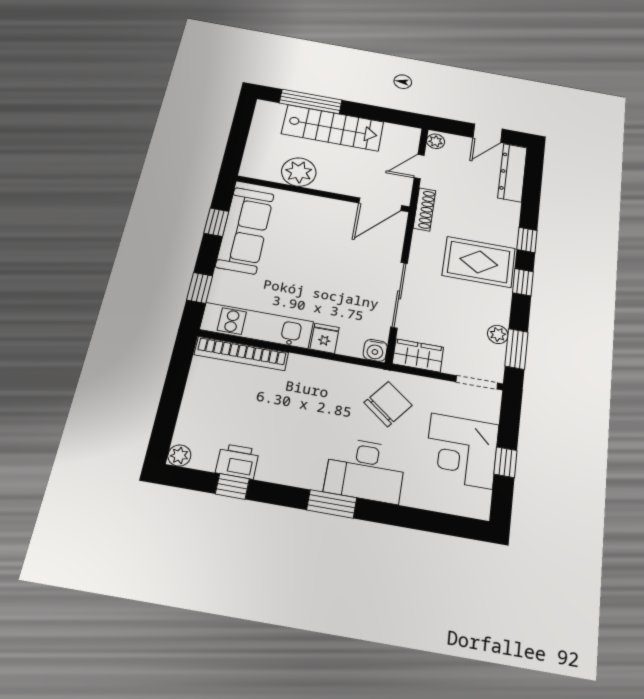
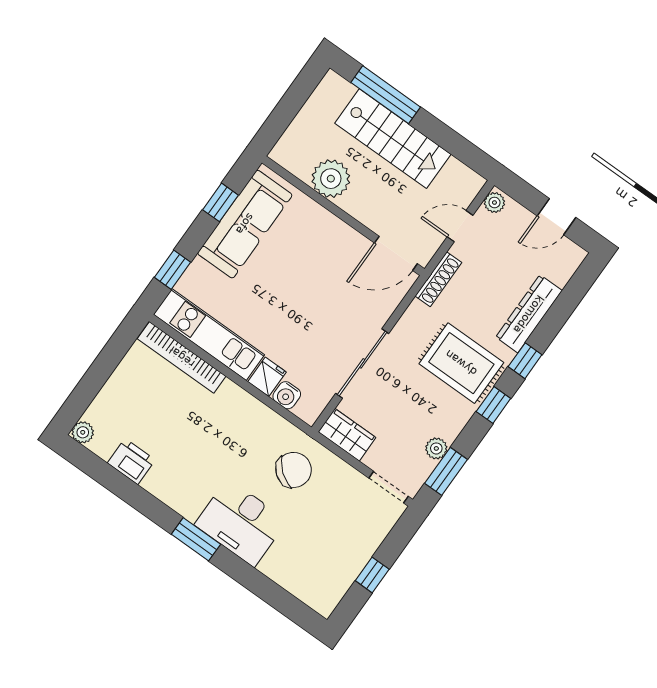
dresser: (512, 173) -> (529, 314), moved
water cooler: (375, 350) -> (287, 395), moved
corner desk: (462, 451) -> (338, 546), removed
window: (232, 486) -> (117, 483), removed

